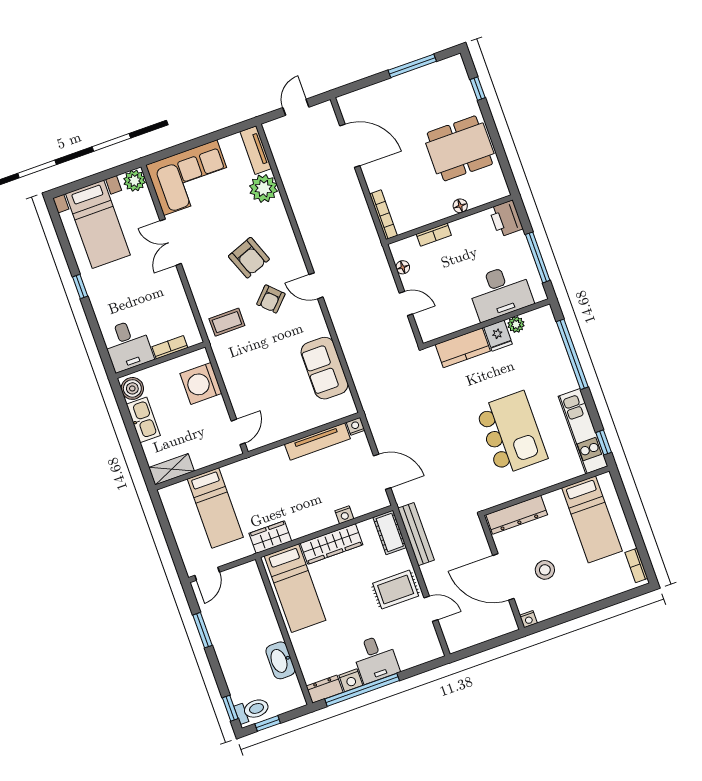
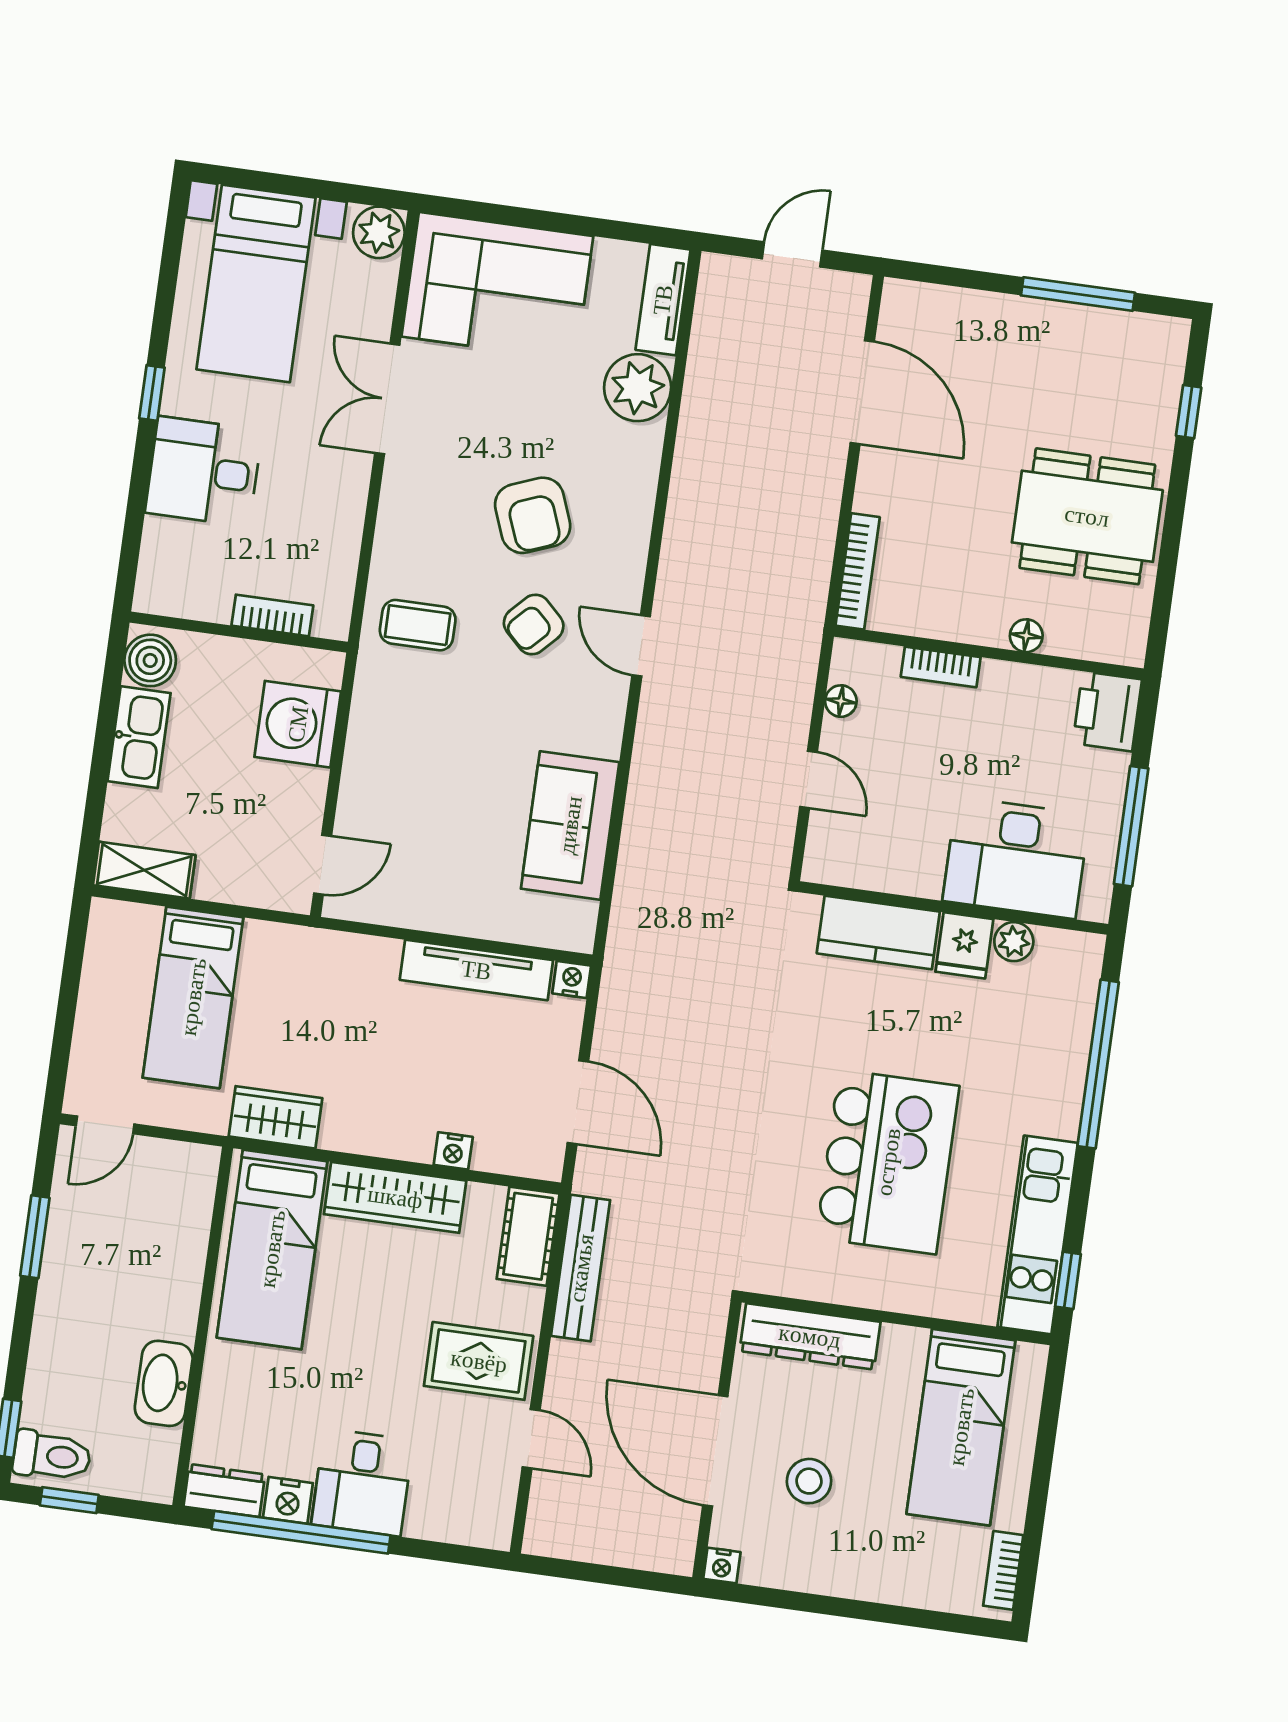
desk: (128, 345) -> (204, 471), moved, turned 90

